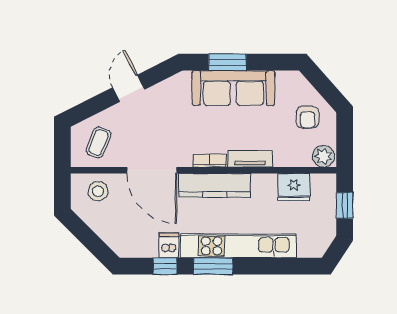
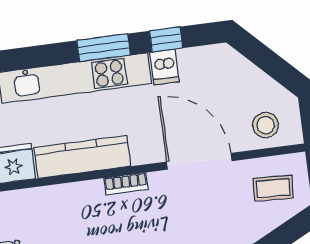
coffee table: (98, 143) -> (273, 188), turned 71
tv unit: (250, 159) -> (74, 193), removed
kitchen counter: (215, 185) -> (82, 157), moved

